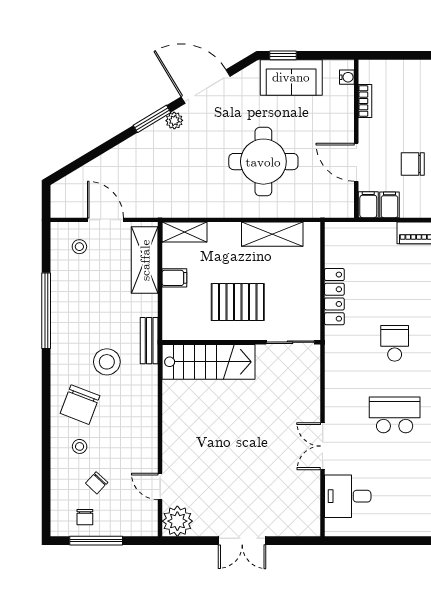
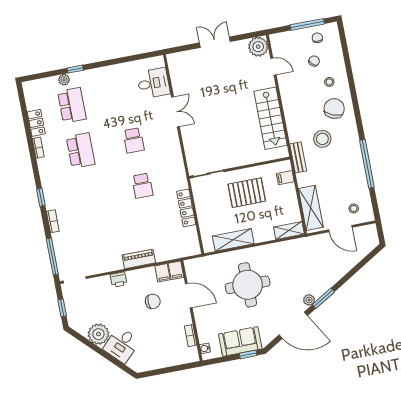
filing cabinet: (174, 278) -> (285, 178), moved
stairs: (209, 362) -> (271, 118), moved, turned -90
school desk: (395, 415) -> (134, 140), width x0.54

